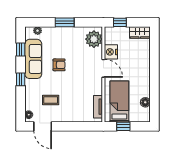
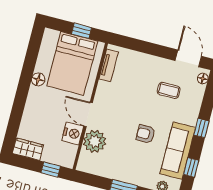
plant: (94, 39) -> (95, 141), moved
bed: (119, 101) -> (72, 63), width x1.50
floor lamp: (145, 102) -> (38, 79), moved

